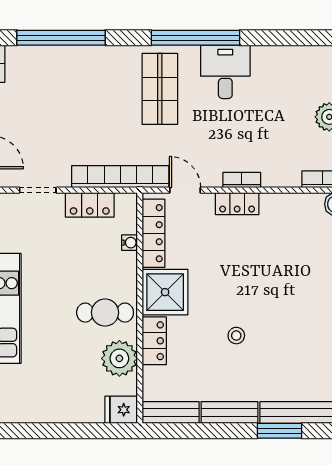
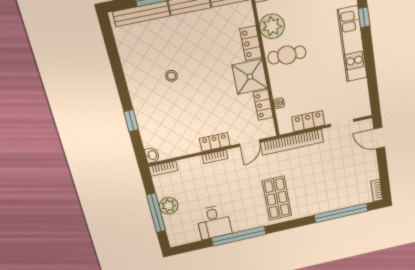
window: (195, 38) -> (239, 236), moved
desk: (225, 72) -> (214, 222), moved
door: (185, 190) -> (250, 143), hinge flipped
locker: (154, 233) -> (263, 105), width x0.66
stool: (236, 336) -> (171, 76), moved

